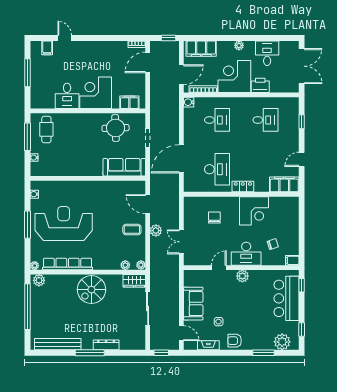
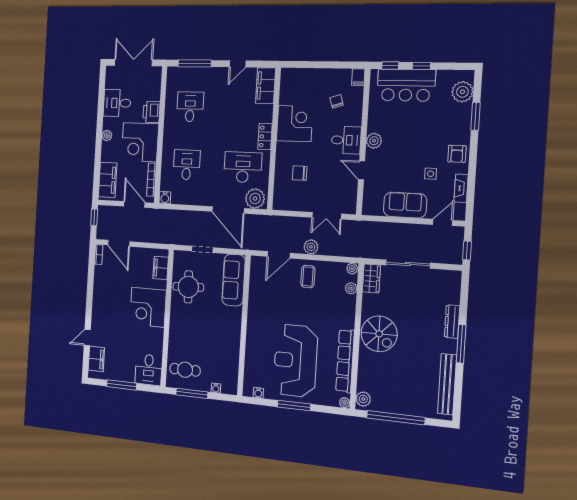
filing cabinet: (47, 48) -> (96, 359), width x2.00
desk: (67, 96) -> (149, 370), moved, turned 90
window: (302, 122) -> (195, 63), width x2.17
door: (302, 159) -> (238, 64), hinge flipped
plant: (192, 181) -> (255, 199), added
desk: (246, 254) -> (346, 140), width x0.73
window: (302, 330) -> (421, 66), moved

